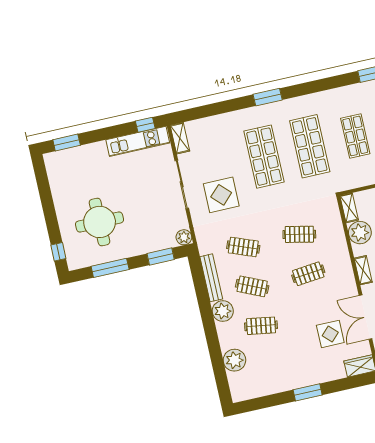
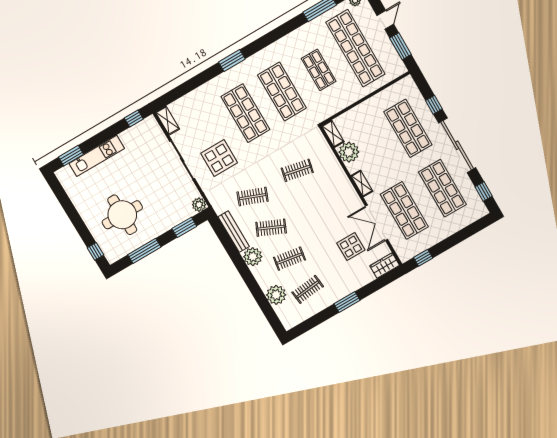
kitchen unit: (138, 141) -> (97, 156), moved
clothes rail: (308, 274) -> (308, 289), moved

